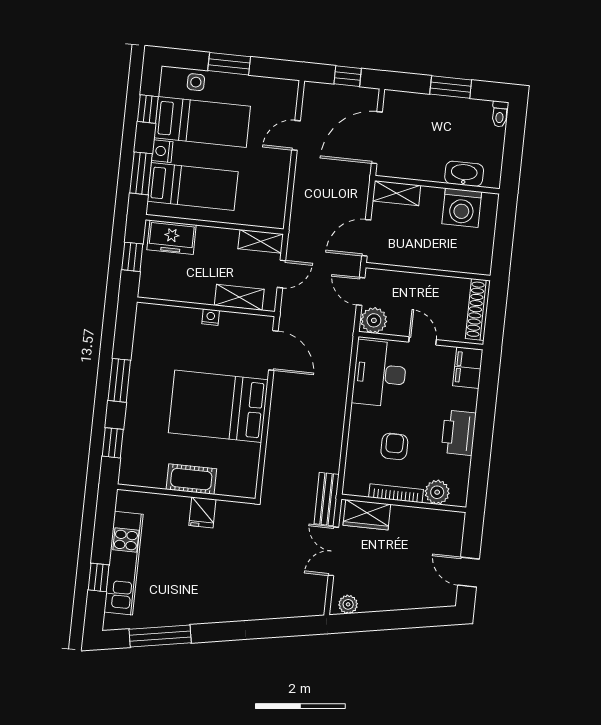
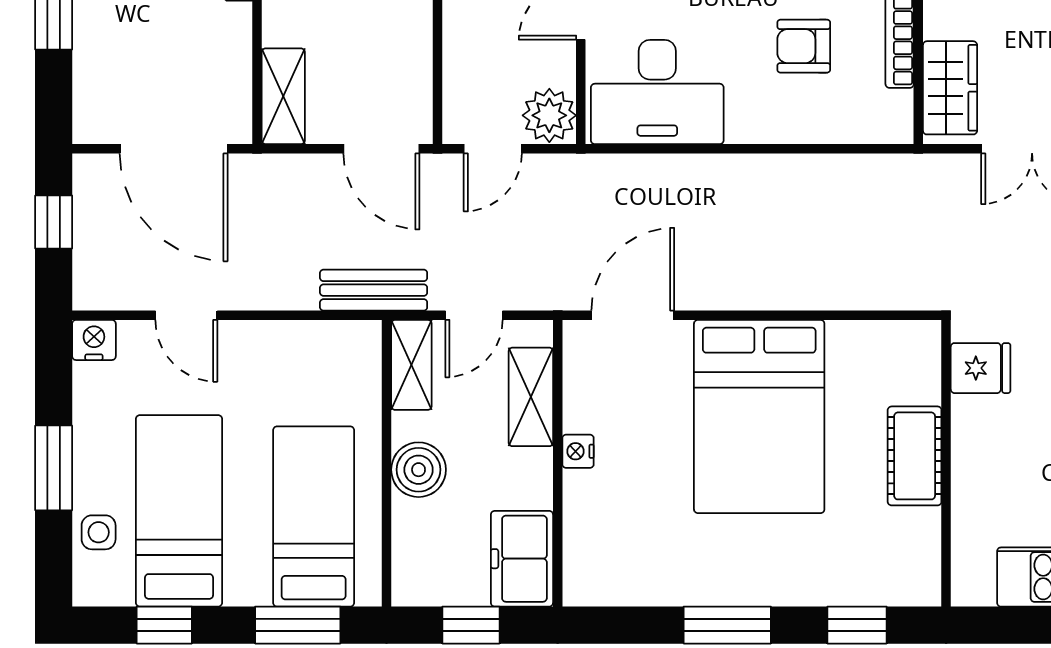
nightstand: (162, 151) -> (94, 340), moved, turned 180
freezer: (172, 237) -> (522, 559), moved, turned 180
boiler: (210, 239) -> (419, 470), added
door: (281, 274) -> (474, 315), swing flipped
bench: (327, 499) -> (374, 290), moved
fridge: (202, 512) -> (981, 368), moved

